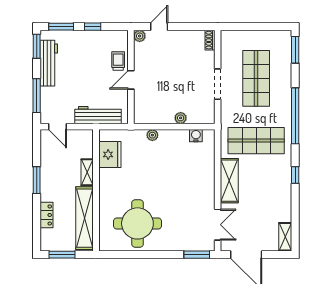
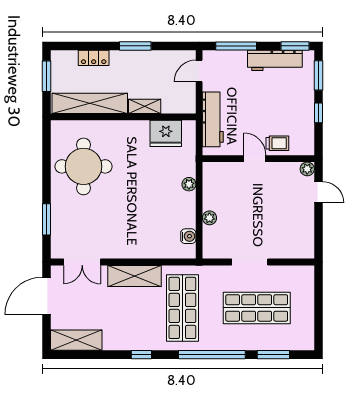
shoe rack: (210, 40) -> (302, 253), removed
window: (295, 50) -> (273, 355), moved
shelving: (285, 237) -> (76, 340), width x1.50, depth x1.33
window: (197, 255) -> (46, 219), moved

